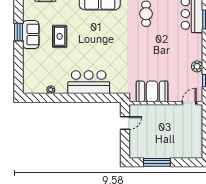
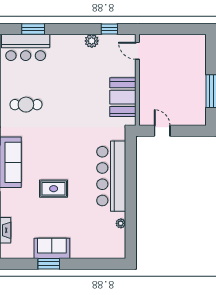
rug: (60, 36) -> (54, 189), moved
bar counter: (89, 82) -> (111, 176), width x1.36

